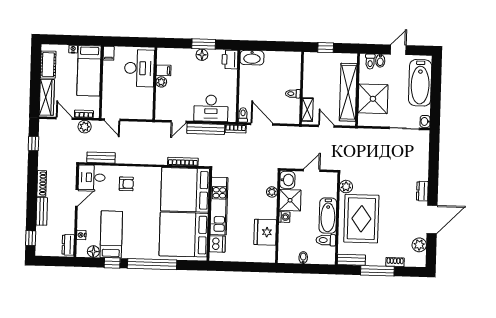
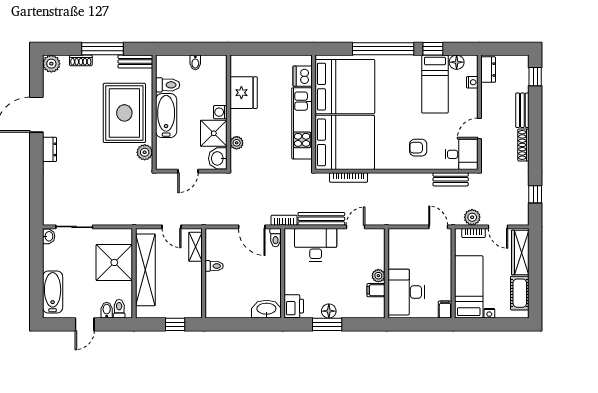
bathtub: (420, 83) -> (53, 292), width x0.73, depth x0.73
plant: (419, 245) -> (51, 64), moved

